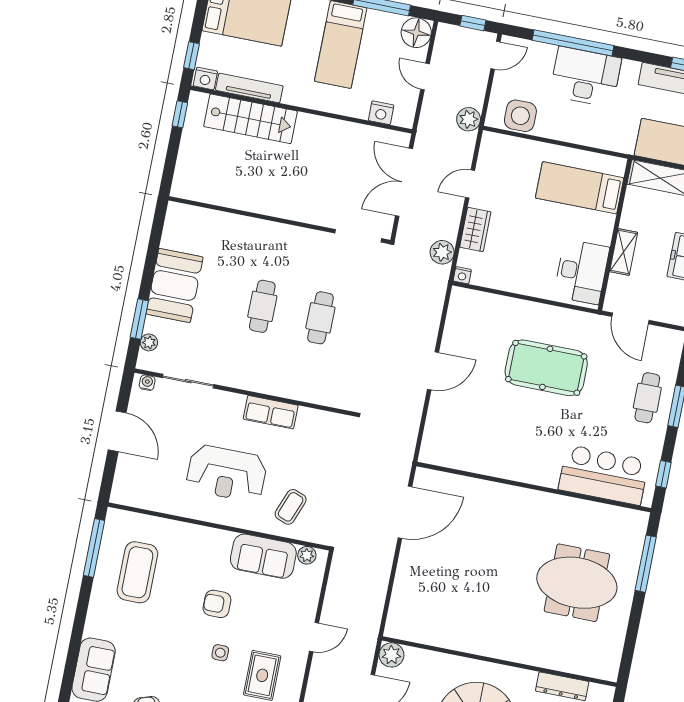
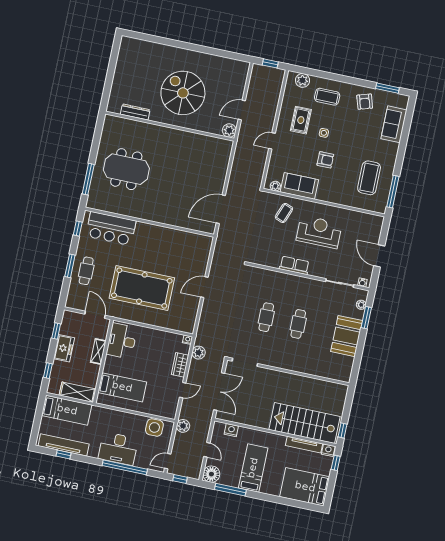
stairs: (250, 119) -> (304, 423), width x1.36, depth x1.51
pool table: (546, 368) -> (142, 288), width x1.36, depth x1.32

